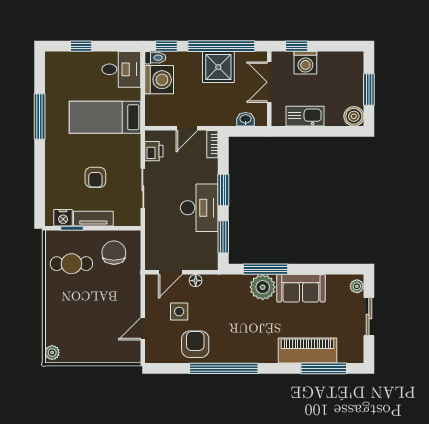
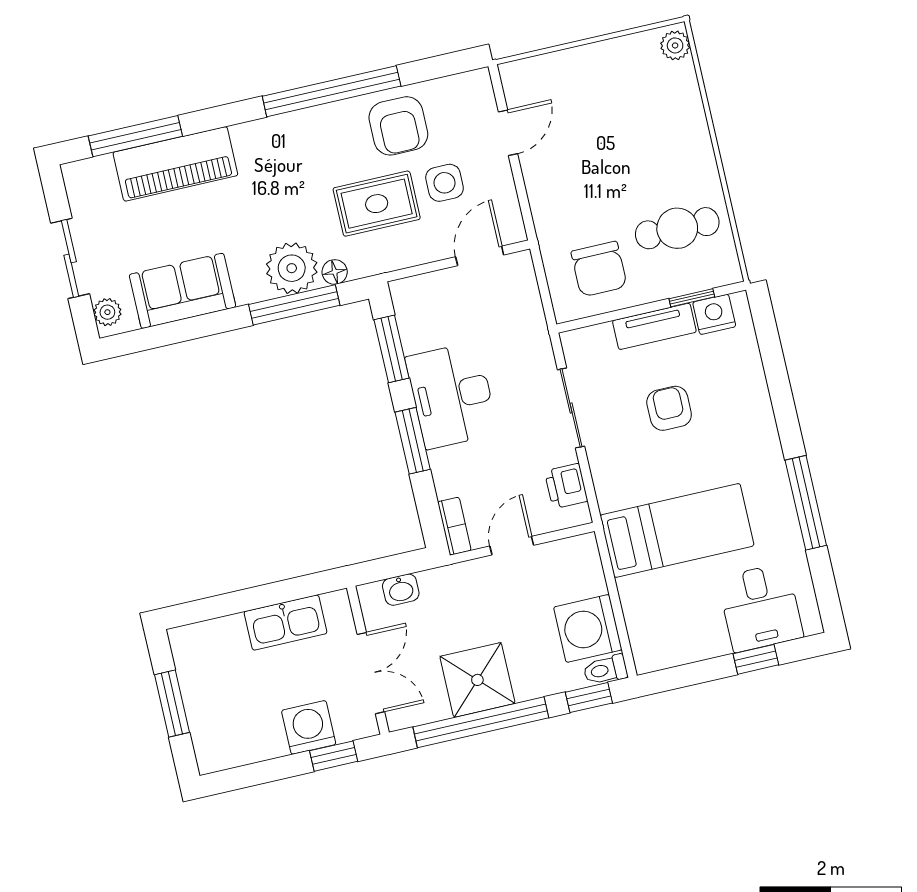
desk: (121, 69) -> (760, 607), moved, turned -90
boiler: (354, 116) -> (190, 644), removed
floor lamp: (196, 281) -> (335, 272), moved
sofa: (301, 288) -> (182, 291), moved
rug: (214, 309) -> (377, 204), added

